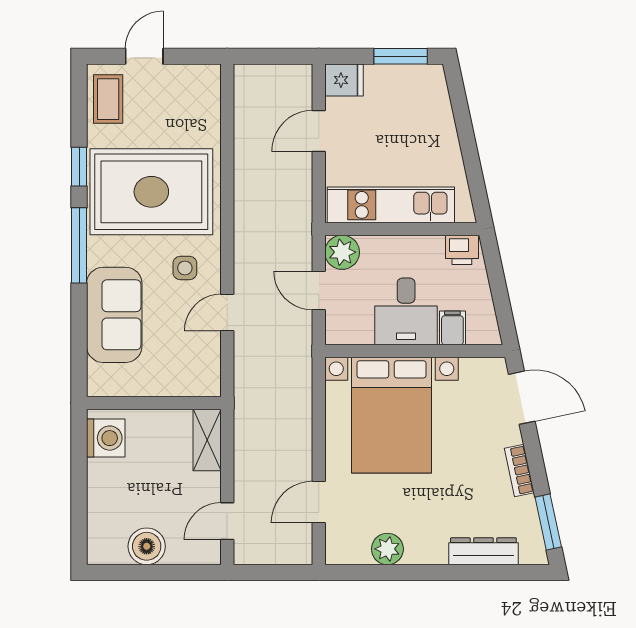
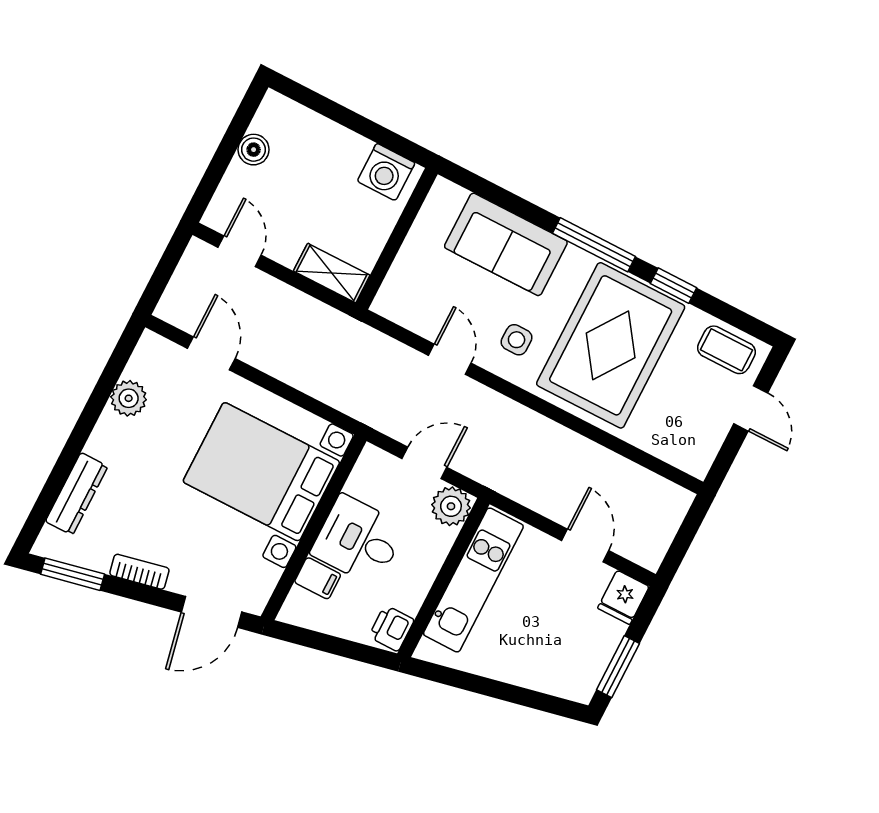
boiler: (147, 546) -> (254, 150), width x0.73, depth x0.73

